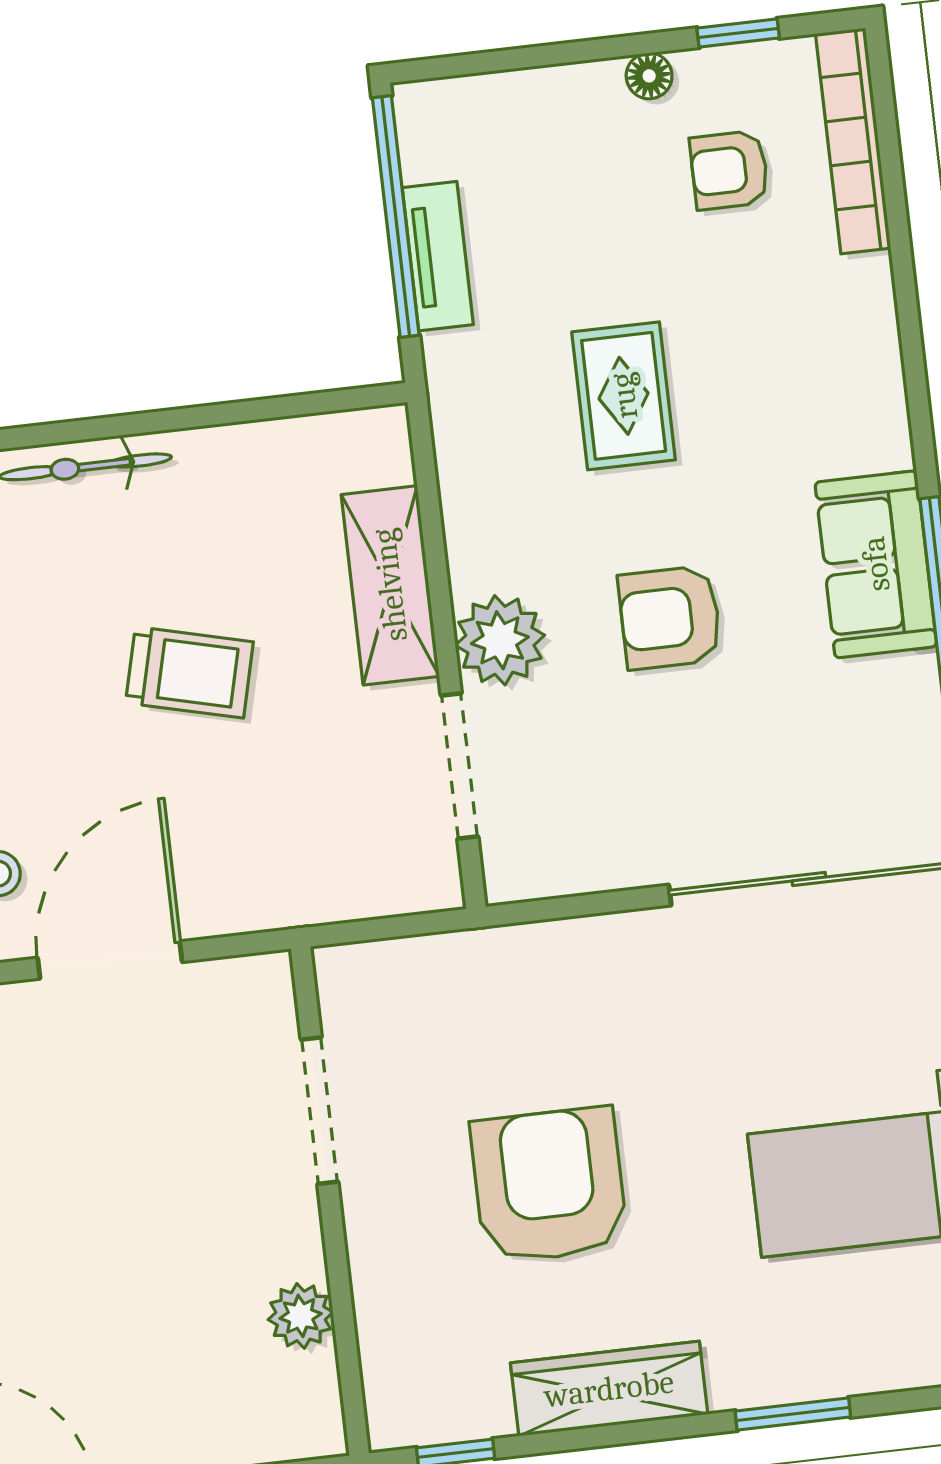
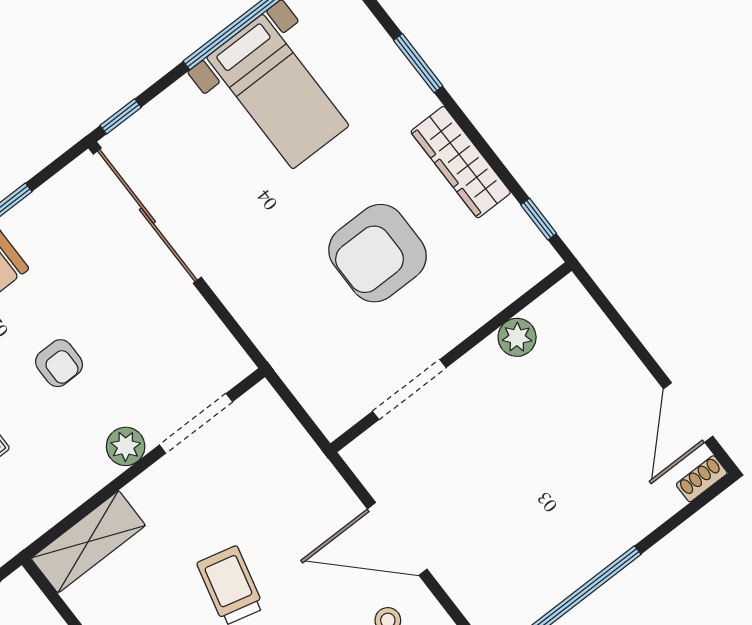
shelving: (390, 585) -> (88, 542), moved
armchair: (670, 618) -> (59, 363), width x0.72, depth x0.72
plant: (500, 640) -> (126, 446), width x0.73, depth x0.73

